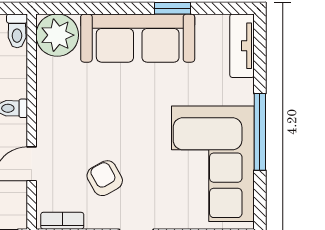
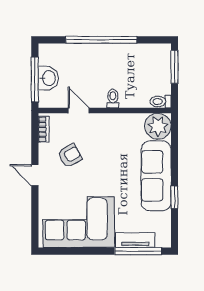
tv unit: (242, 46) -> (135, 240), moved
window: (260, 132) -> (138, 251), moved

